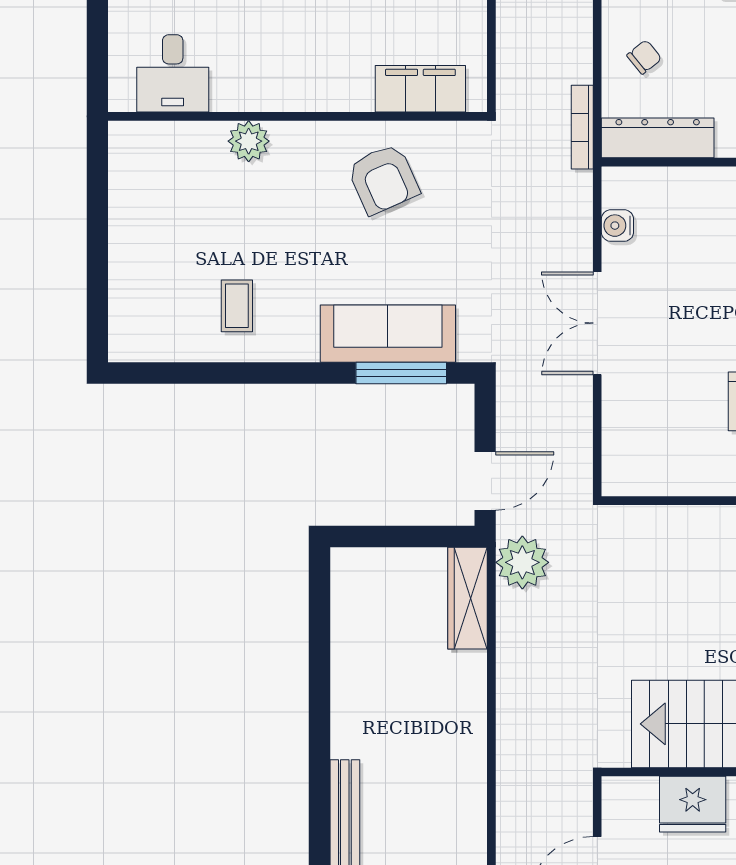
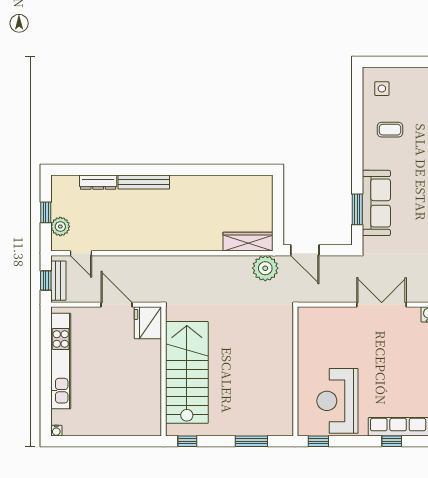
side table: (152, 323) -> (382, 89), added
window: (401, 373) -> (357, 209), width x0.69
fridge: (693, 804) -> (148, 323), moved

